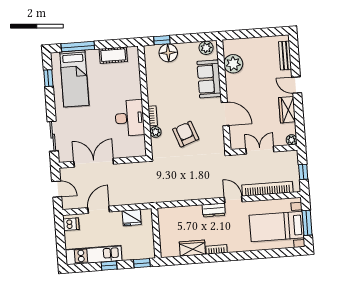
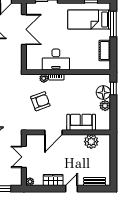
plant: (206, 48) -> (105, 106), moved
double door: (260, 150) -> (24, 157), swing flipped

